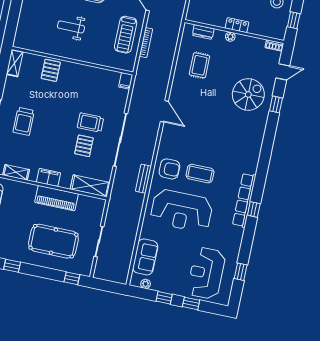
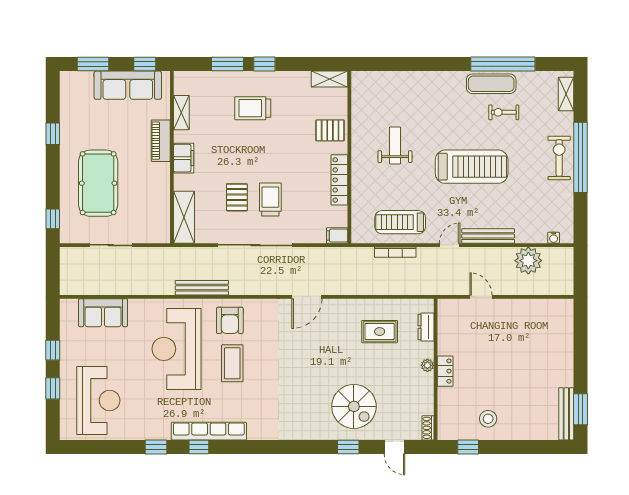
locker: (87, 71) -> (339, 180), added
pallet: (84, 146) -> (237, 197), turned 90
bench: (143, 179) -> (202, 288), width x1.36
piano: (57, 198) -> (161, 141), moved, width x0.73, depth x0.75
window: (241, 272) -> (156, 447), moved
reception desk: (206, 273) -> (98, 401), turned 90
plant: (146, 284) -> (66, 321), removed

